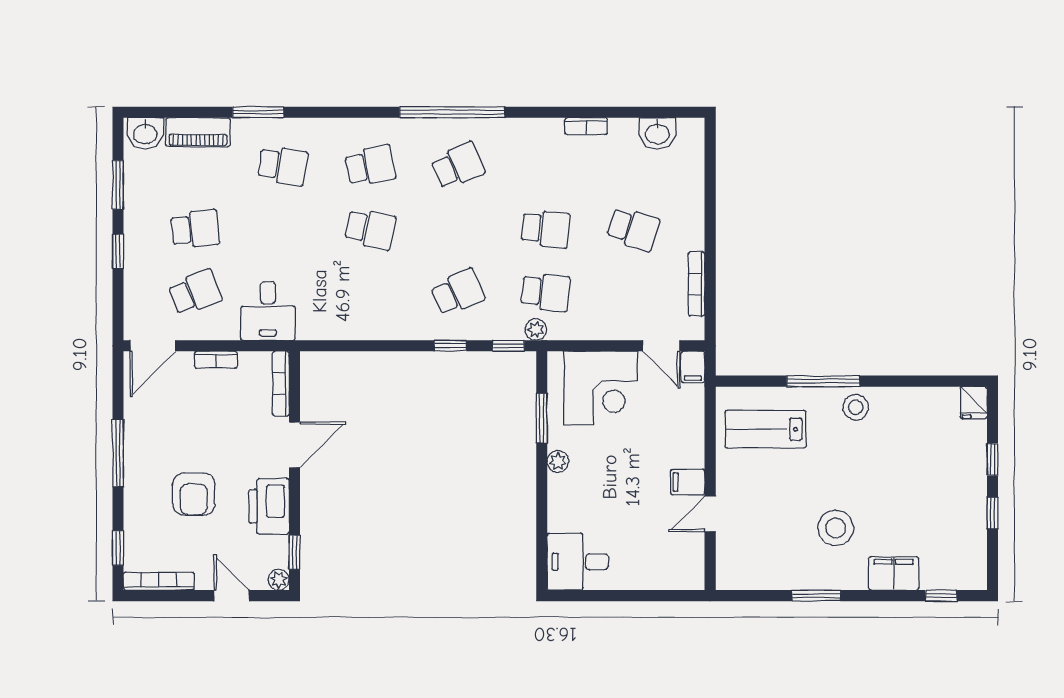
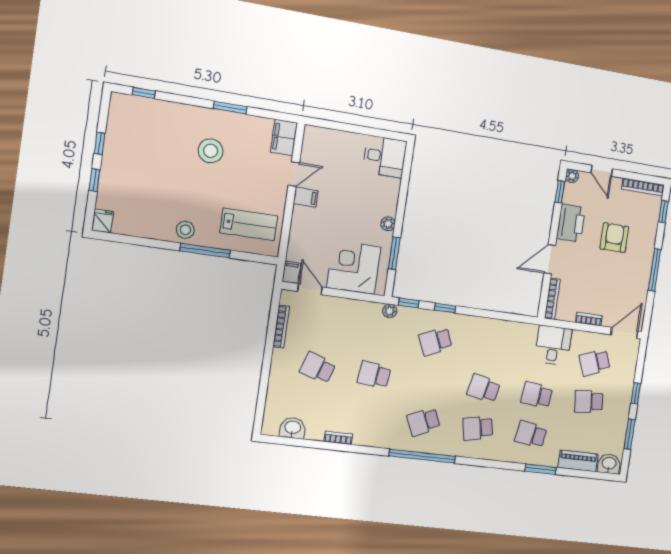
school desk: (545, 292) -> (537, 395), moved
filing cabinet: (894, 574) -> (284, 138), moved, turned 90

